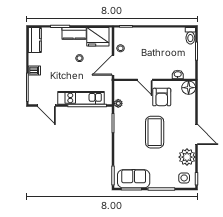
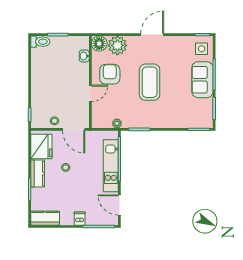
armchair: (162, 97) -> (110, 74), turned -90
door: (46, 106) -> (119, 205), swing flipped
coffee table: (155, 132) -> (150, 82), turned 90
plant: (187, 157) -> (117, 45), moved
sofa: (134, 179) -> (202, 80), moved

